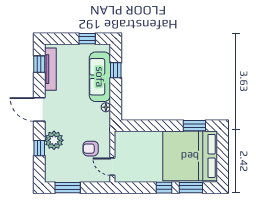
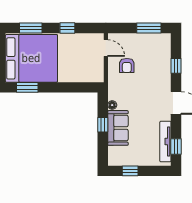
window: (116, 70) -> (103, 125), moved
sofa: (100, 77) -> (118, 128), width x0.73
plant: (54, 140) -> (162, 73), removed
armchair: (91, 149) -> (127, 65), turned 90
window: (164, 188) -> (67, 28), moved

